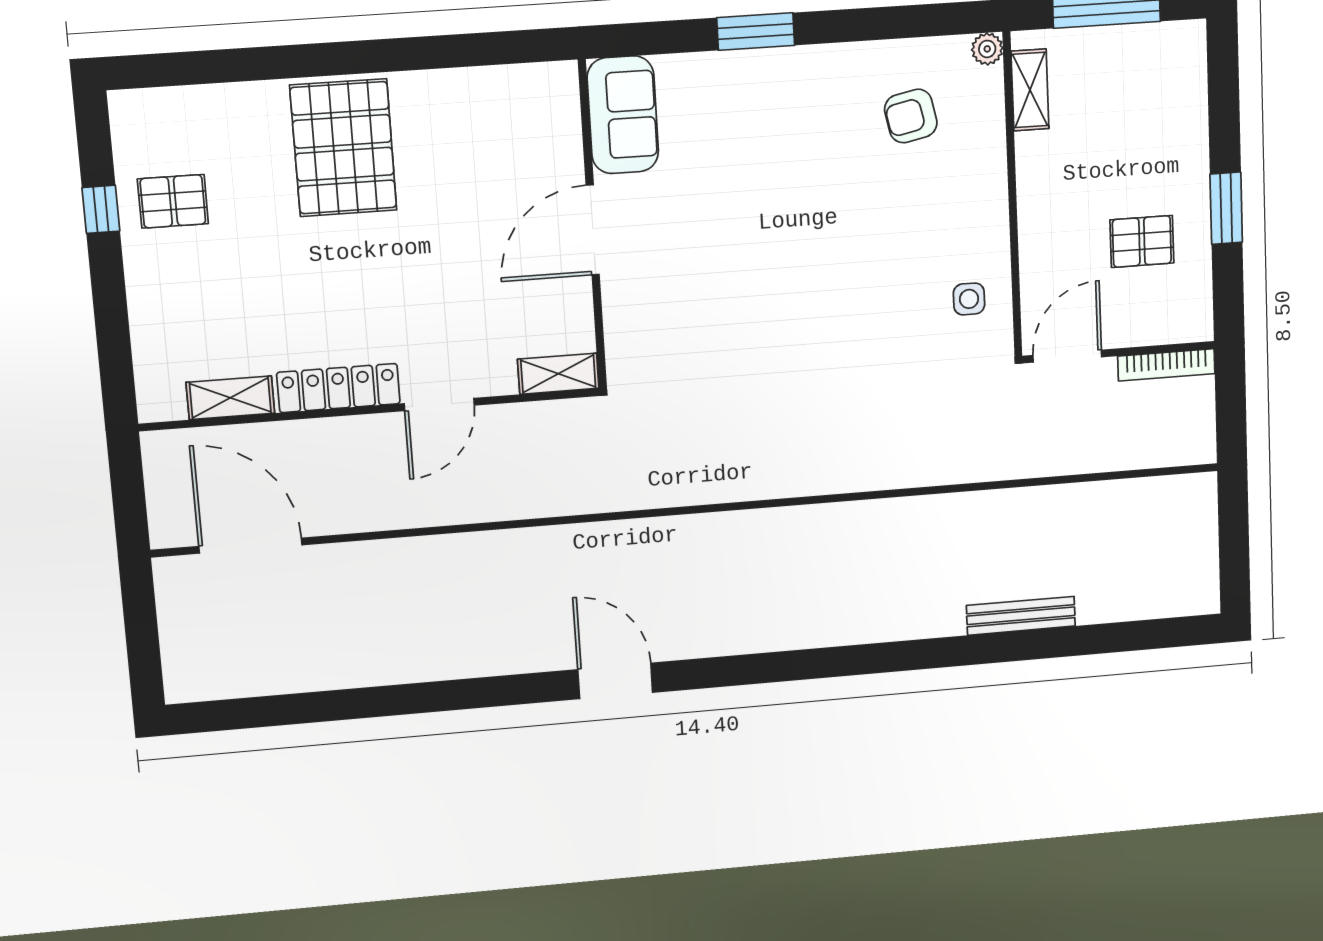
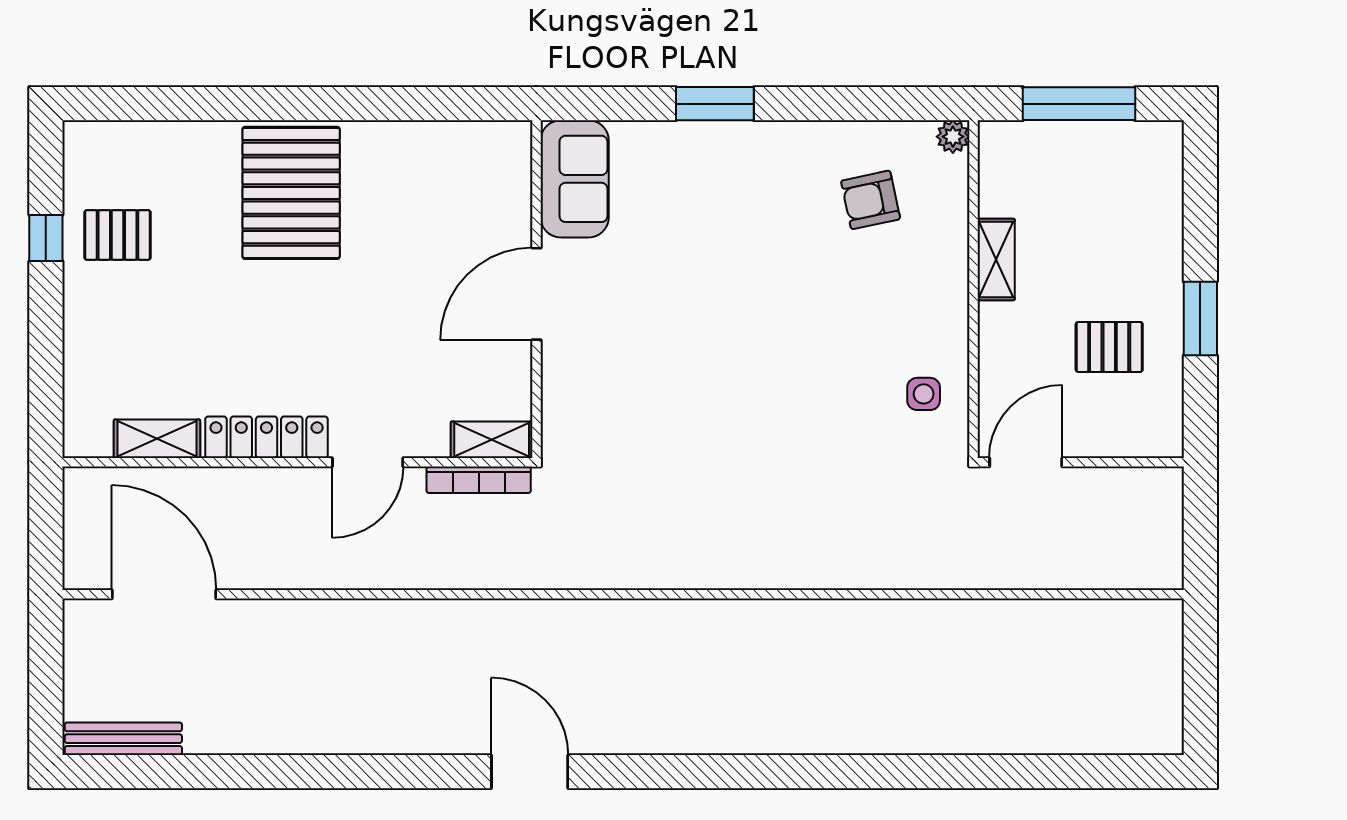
shelving: (1030, 90) -> (996, 259), moved
bookcase: (1166, 365) -> (479, 480), moved
bench: (1021, 616) -> (123, 739), moved

